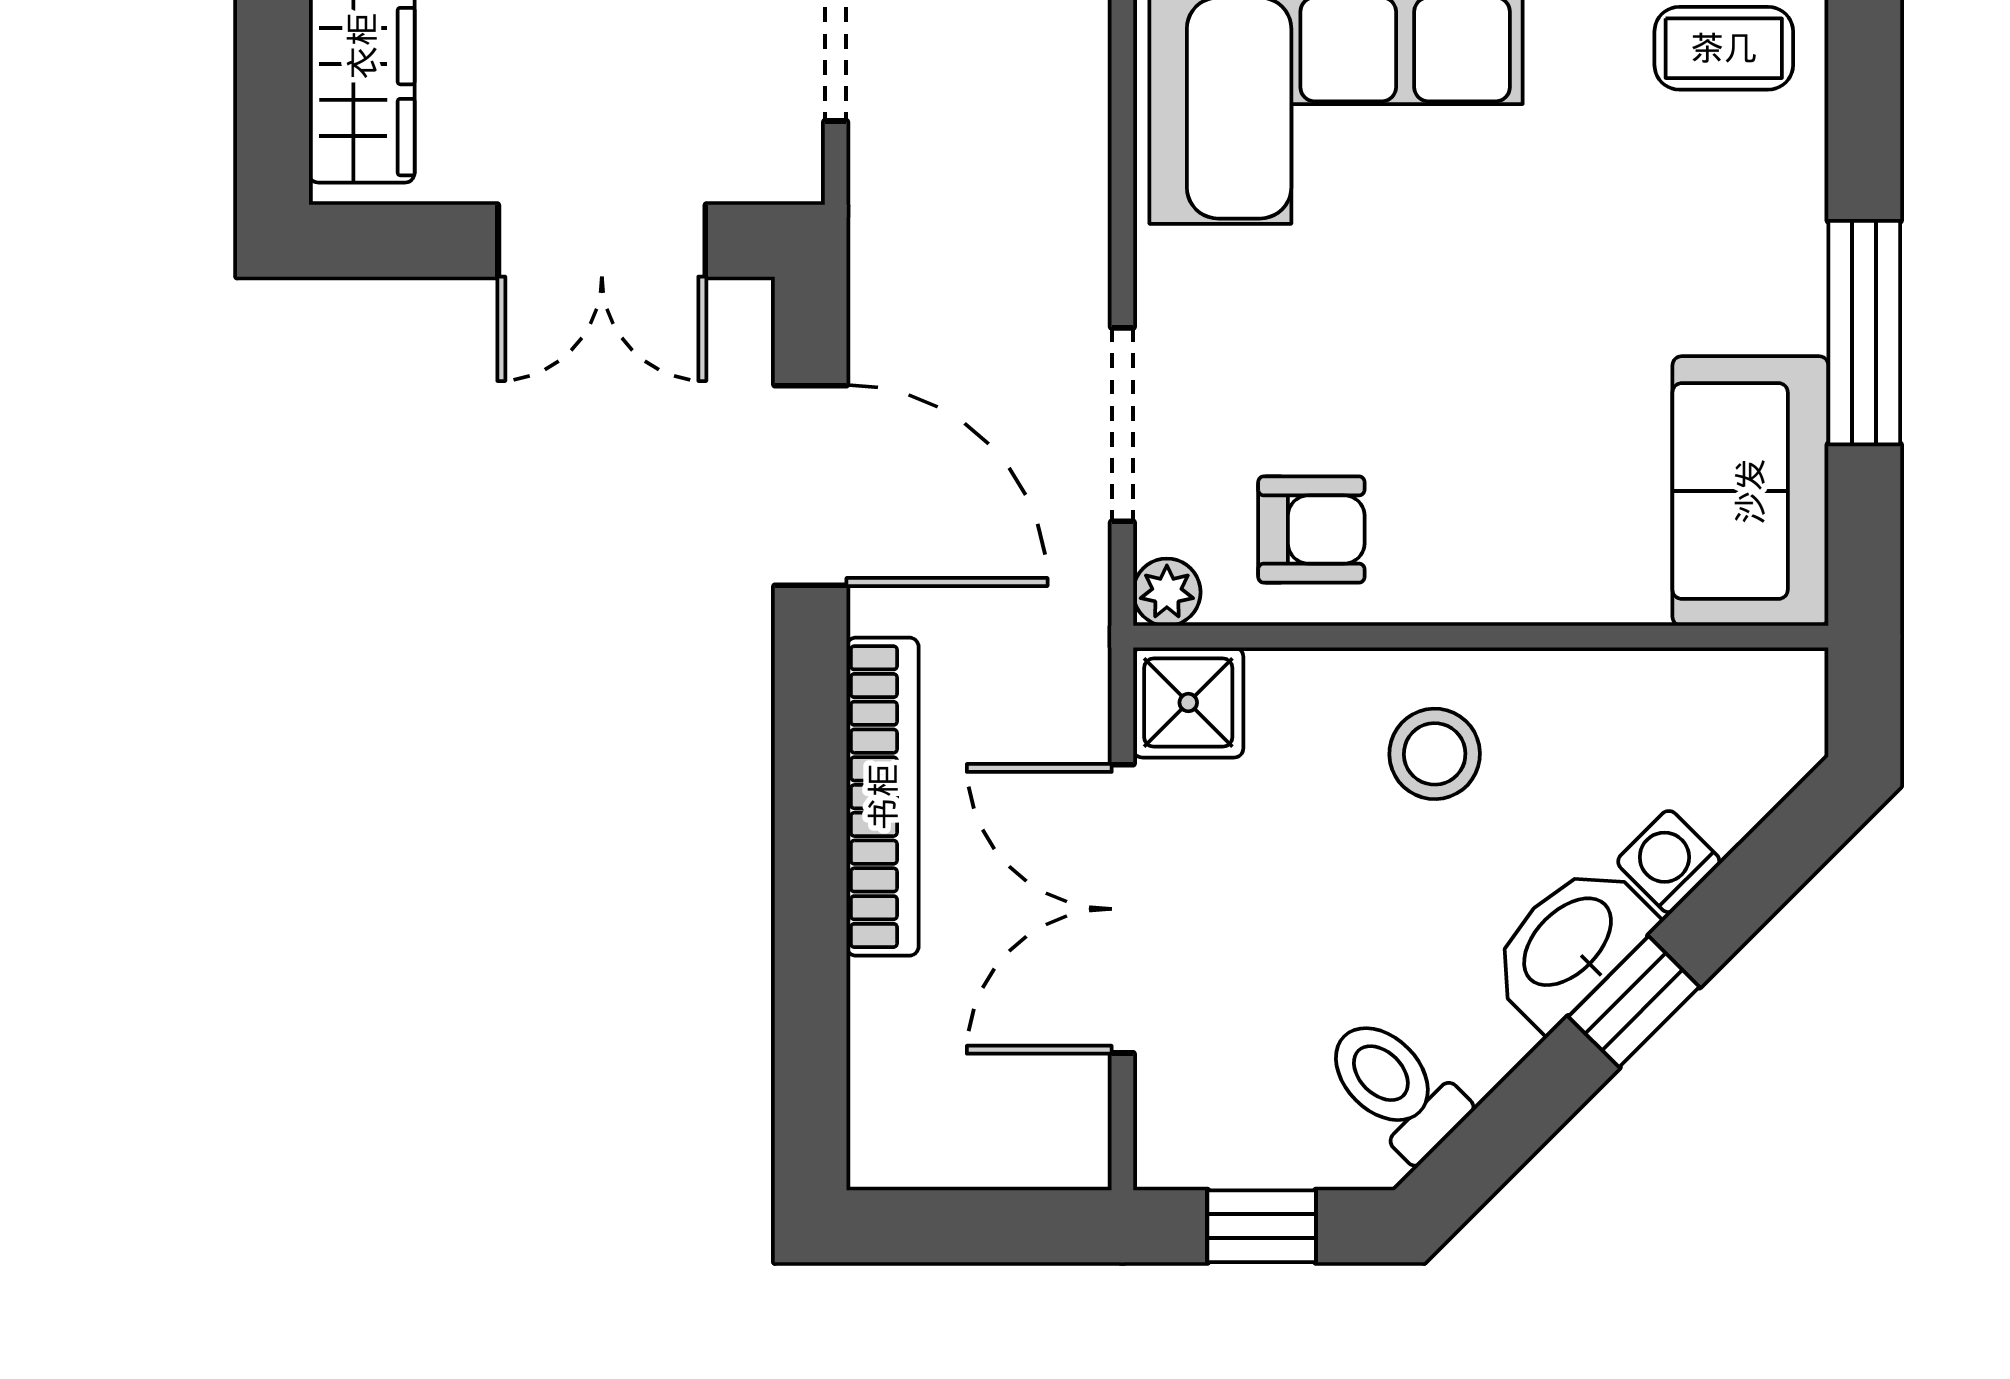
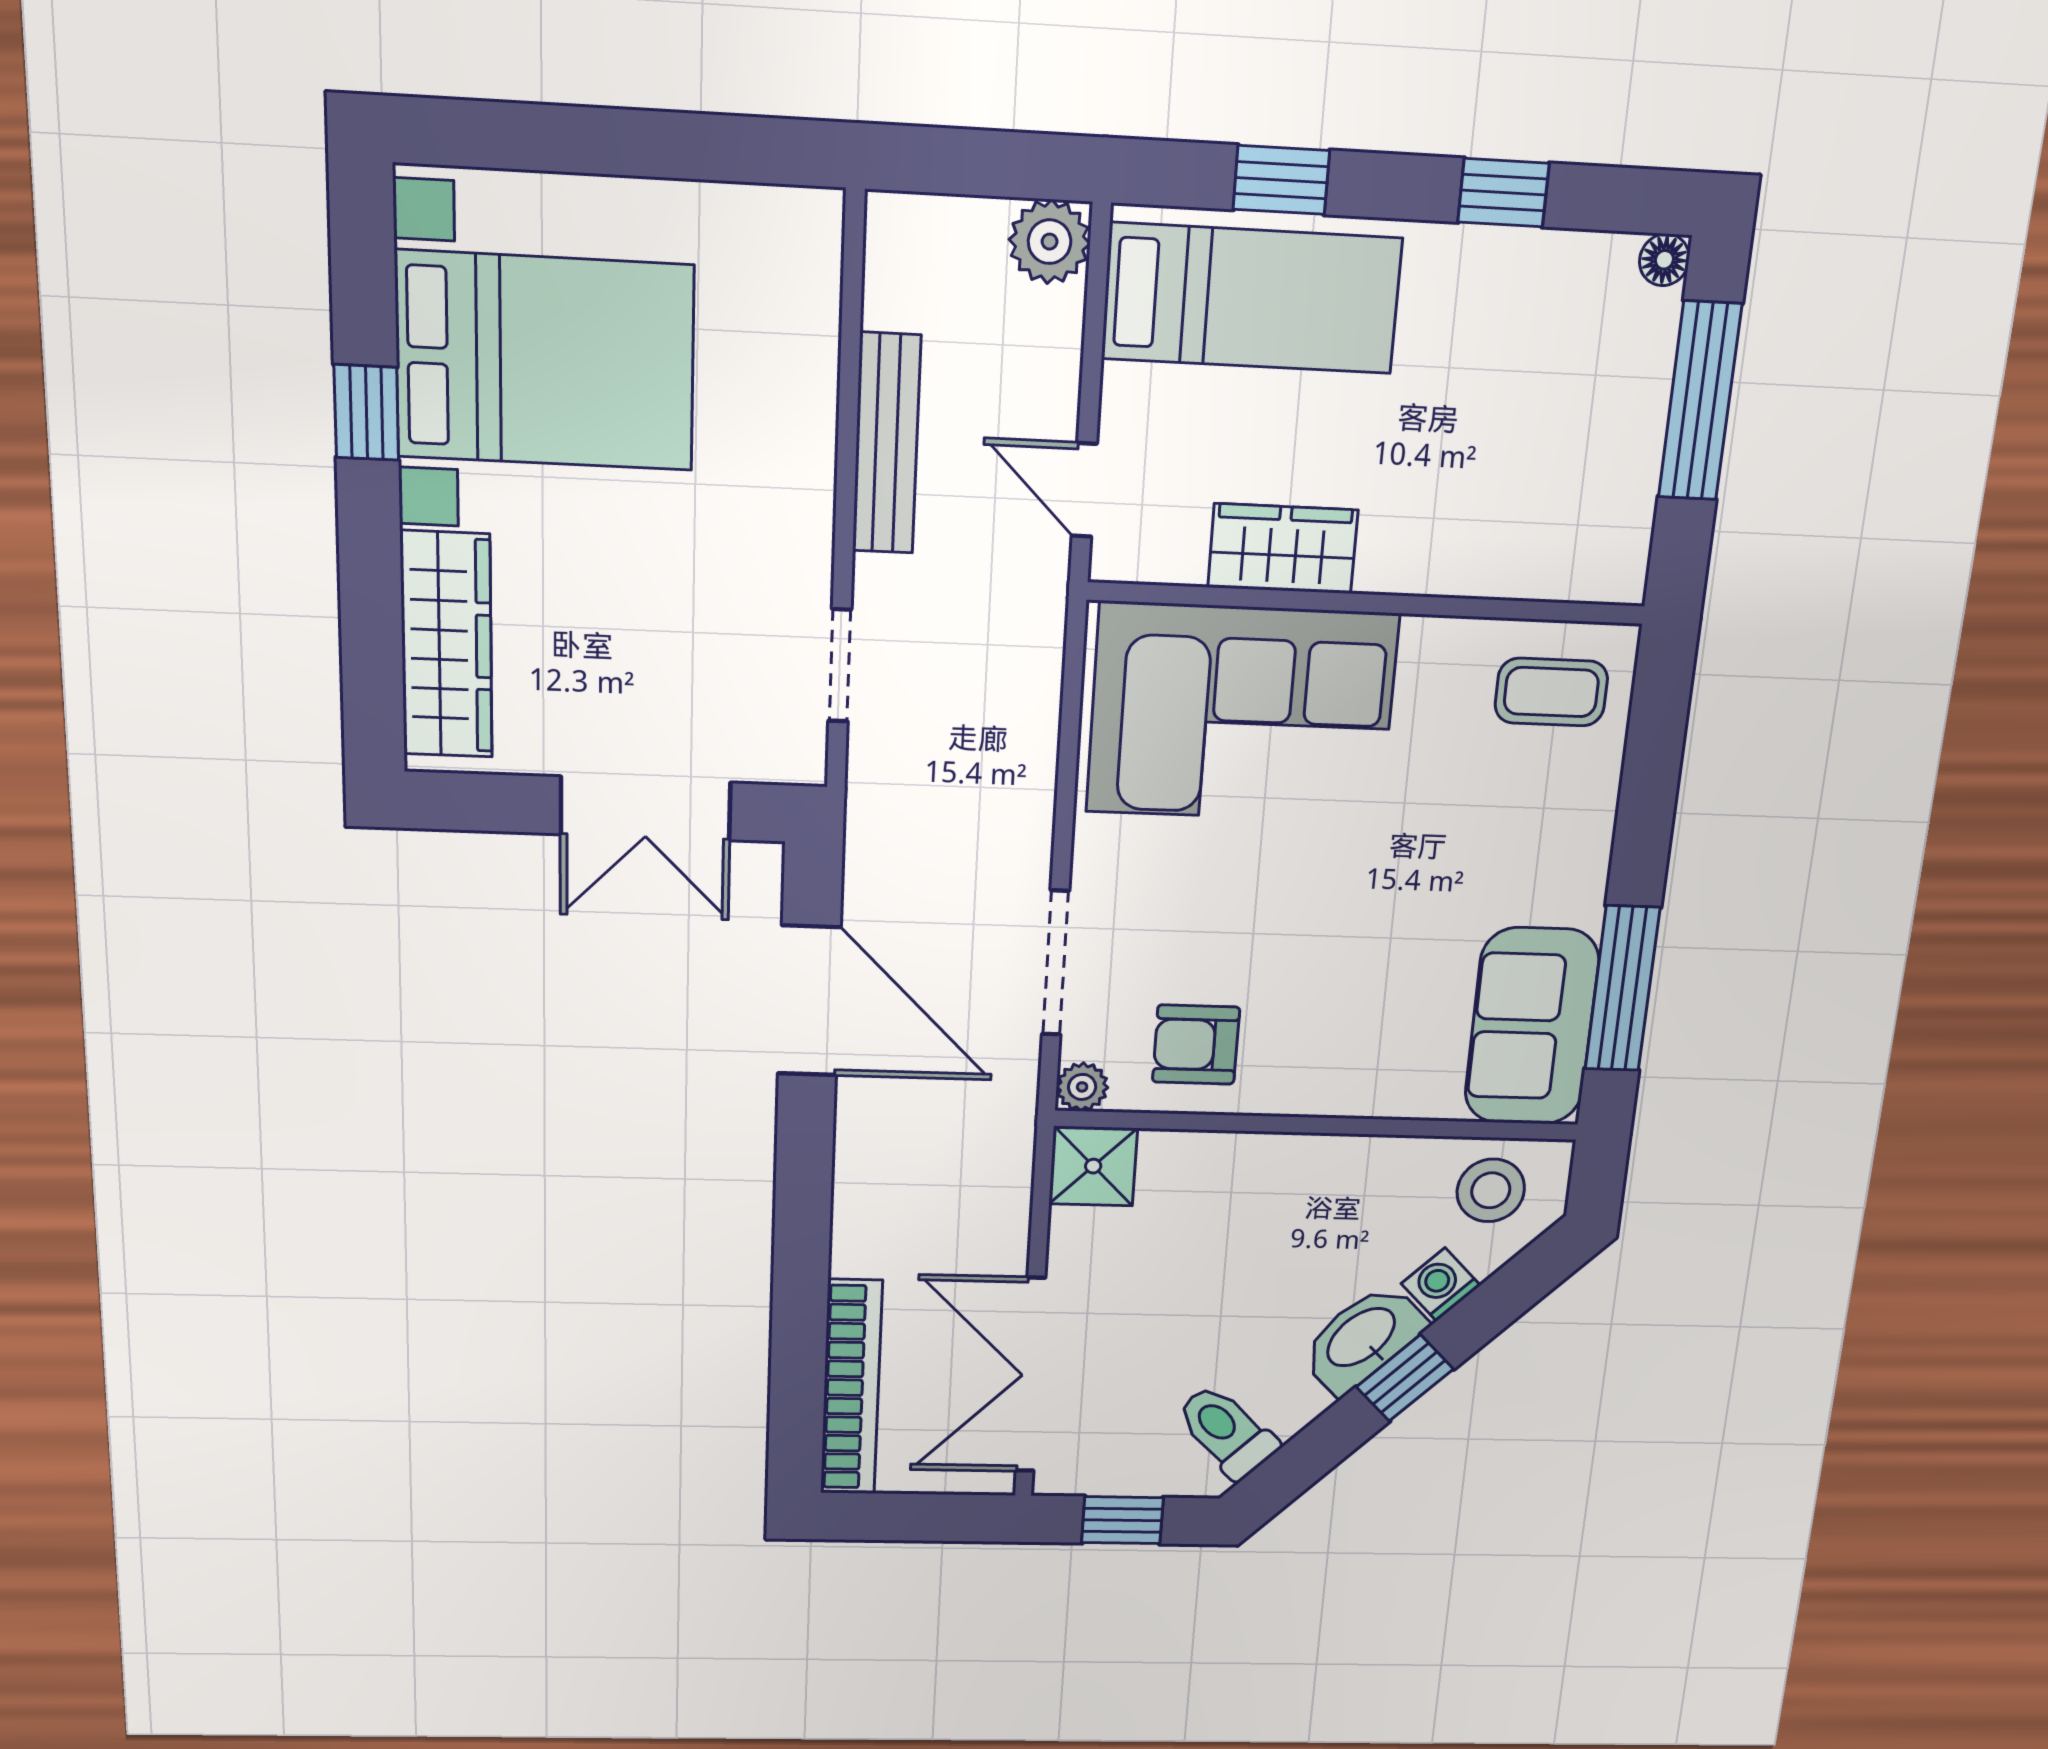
window: (1864, 333) -> (1622, 989), moved
armchair: (1311, 529) -> (1196, 1045), turned 180
stool: (1435, 754) -> (1491, 1190), moved
bookcase: (883, 797) -> (851, 1388), moved
double door: (1122, 909) -> (1030, 1375), moved

